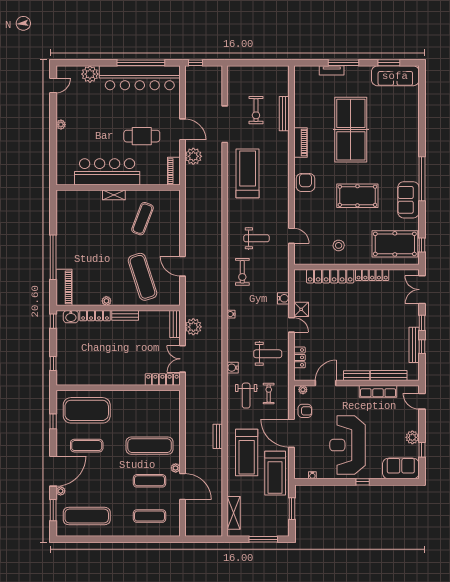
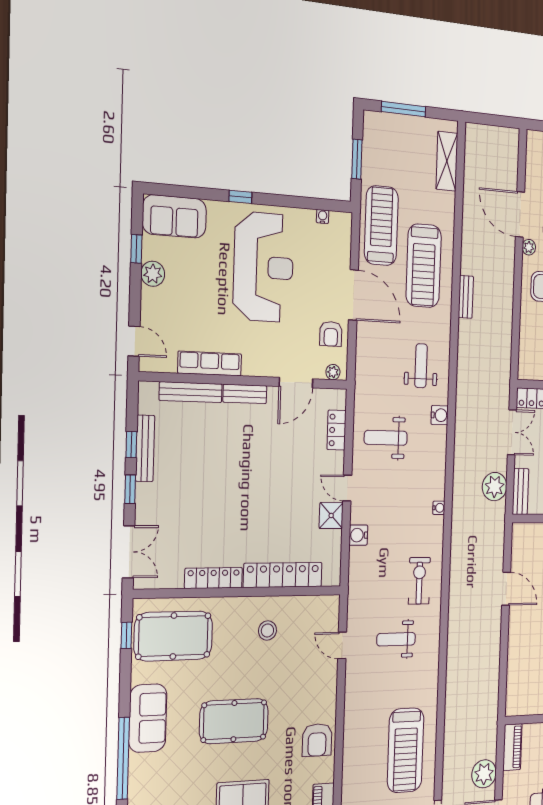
exercise bike: (269, 394) -> (386, 368), removed
armchair: (305, 411) -> (331, 334), turned -90
treadmill: (247, 452) -> (424, 266), turned 180

